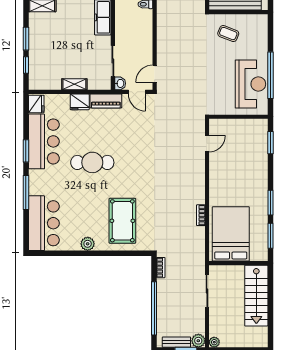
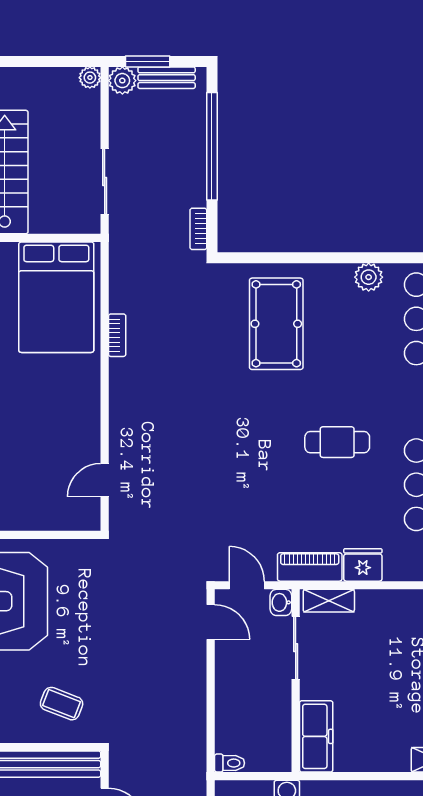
door: (155, 74) -> (211, 622), hinge flipped
shelving: (74, 84) -> (329, 601), moved
cafe table: (92, 162) -> (337, 442), width x0.73, depth x0.74
plant: (88, 244) -> (369, 277), moved

